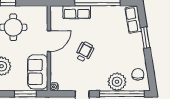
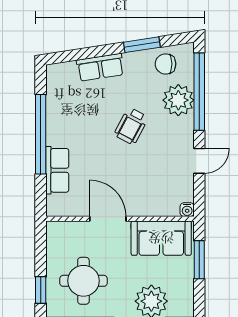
row of seats: (133, 20) -> (100, 67), moved
window: (145, 38) -> (142, 45), moved
wheelchair: (85, 52) -> (131, 126), moved, turned -90

